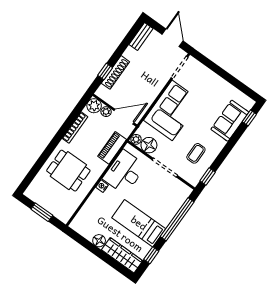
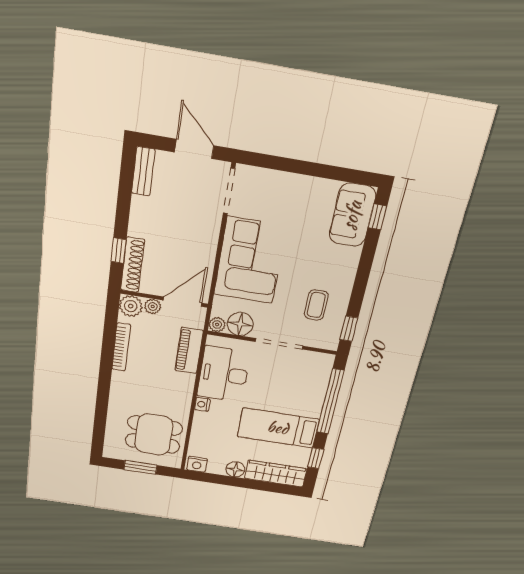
shoe rack: (115, 72) -> (132, 265), moved
sofa: (230, 121) -> (352, 215), moved
dining table: (68, 171) -> (154, 435), moved
nightstand: (78, 226) -> (197, 464), added

